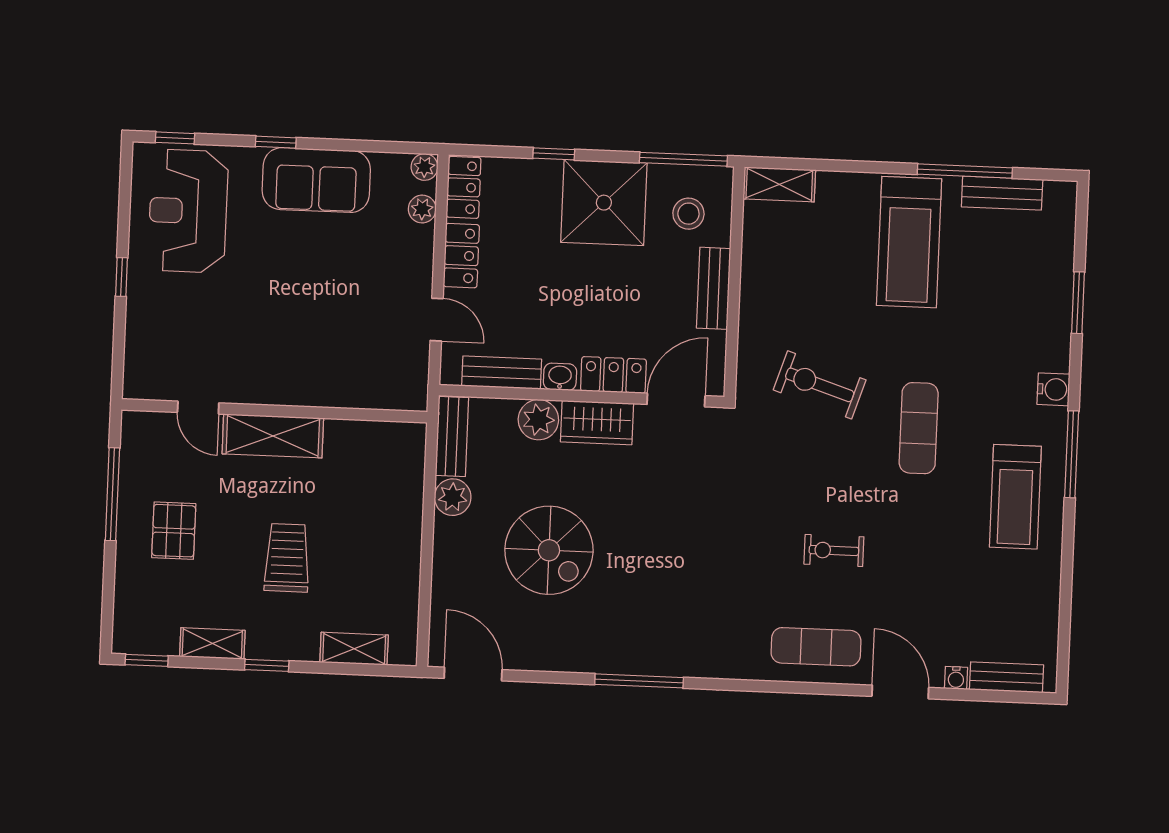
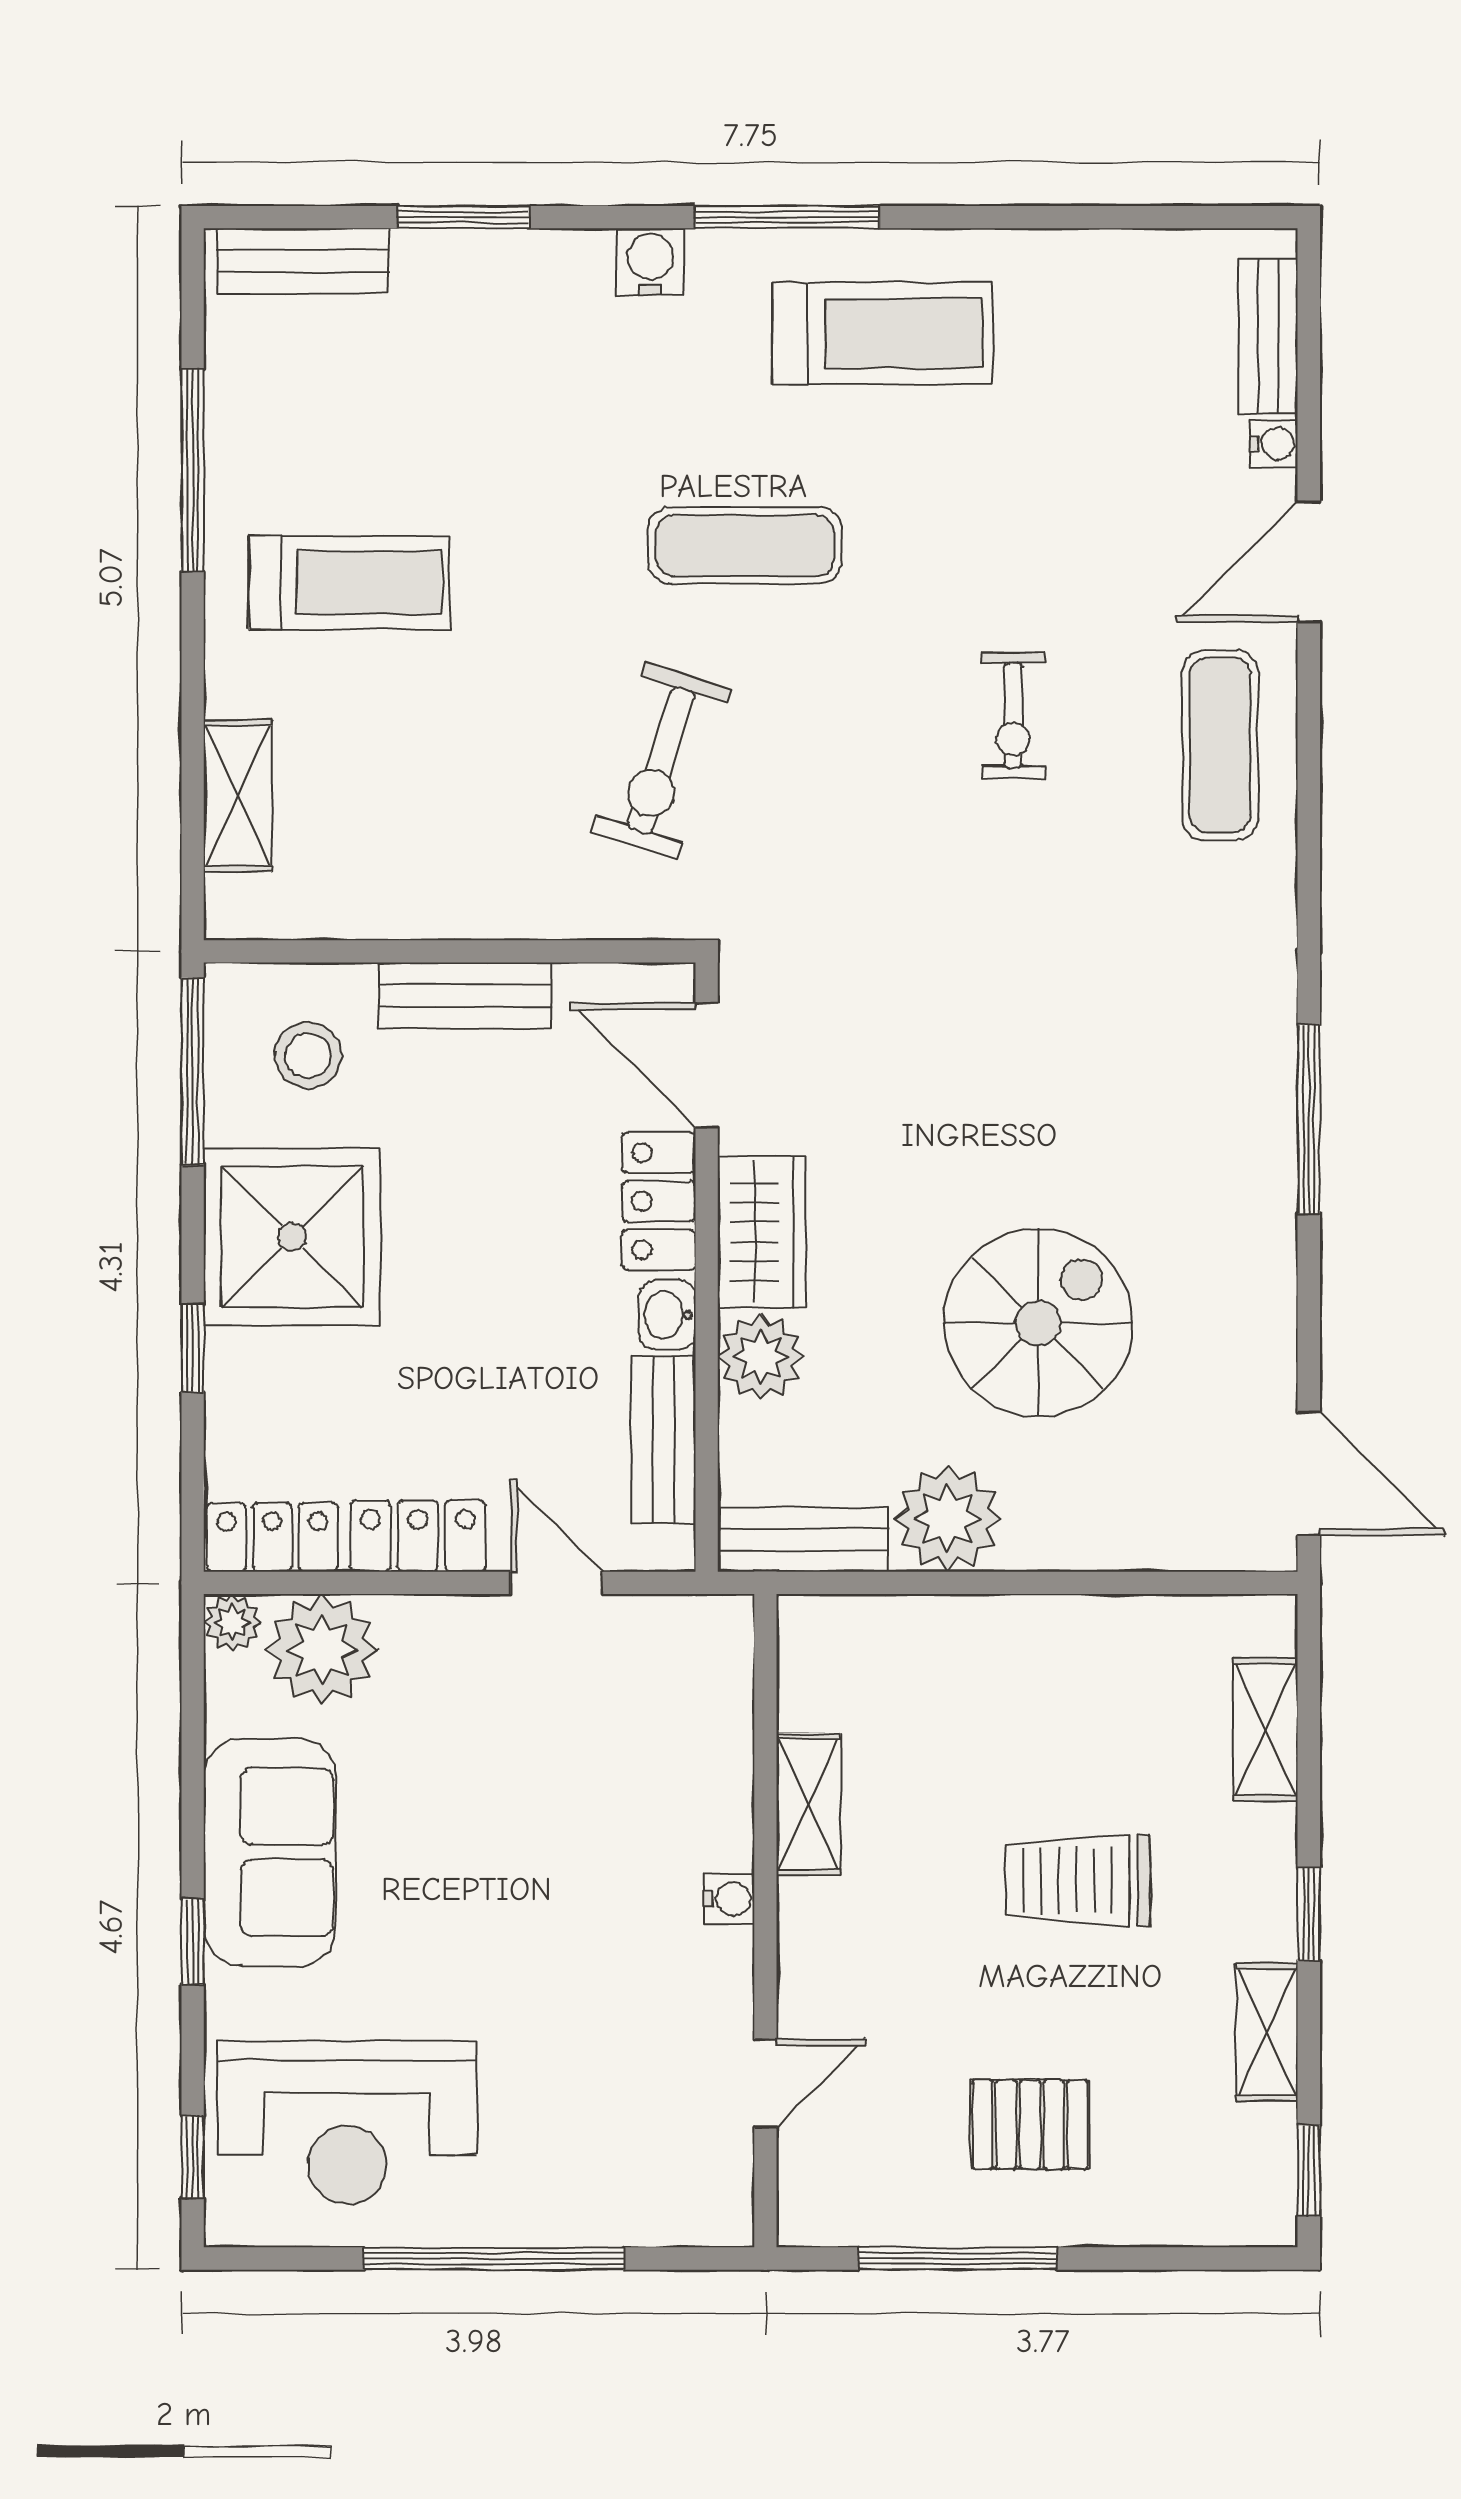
shelving: (779, 184) -> (238, 796), moved
bench: (1002, 193) -> (303, 261), moved, turned 90
plant: (422, 209) -> (322, 1649), width x1.88, depth x1.88
treadmill: (909, 242) -> (349, 583), width x0.73, depth x0.73
window: (122, 277) -> (494, 2259), width x3.17
door: (437, 320) -> (557, 1583), hinge flipped
water cooler: (285, 394) -> (729, 1899), added
shelving: (273, 436) -> (808, 1804), moved, width x0.67, depth x0.75
plant: (453, 497) -> (948, 1519), width x1.36, depth x1.36
door: (473, 674) -> (1309, 1474), swing flipped

